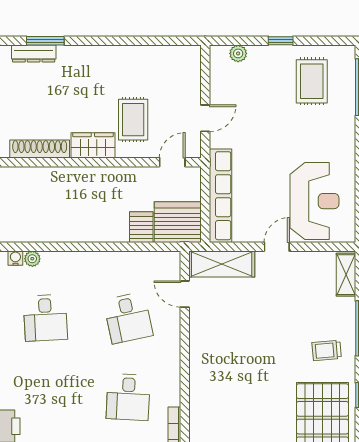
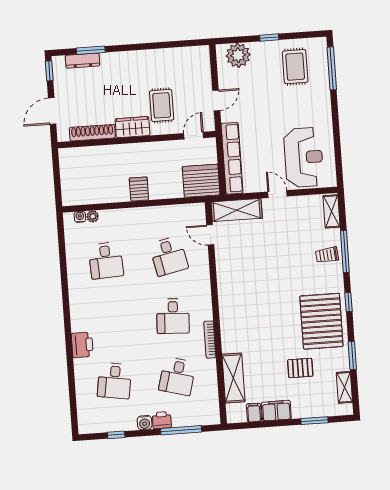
plant: (238, 53) -> (238, 55), width x1.87, depth x1.87
server rack: (141, 227) -> (139, 189), moved
door: (277, 247) -> (277, 194), hinge flipped
trolley: (327, 350) -> (327, 255), moved

